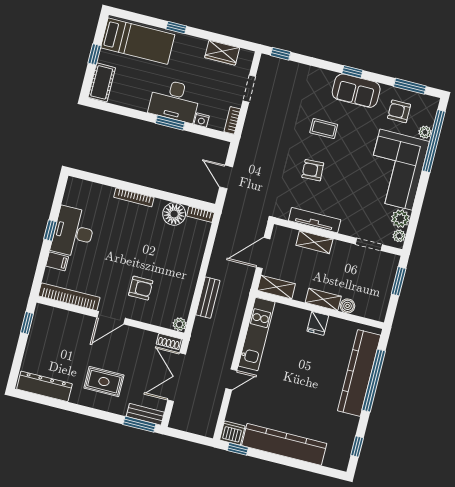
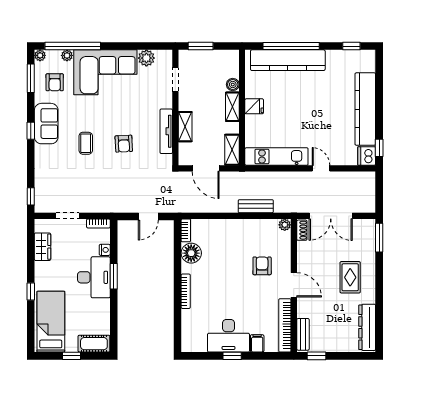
plant: (399, 236) -> (40, 55), moved
bench: (145, 414) -> (303, 334), moved

